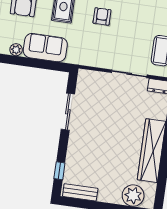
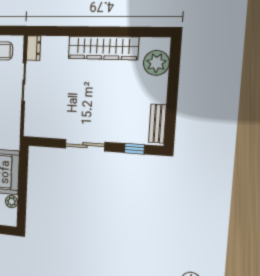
sliding door: (68, 112) -> (85, 145), moved

